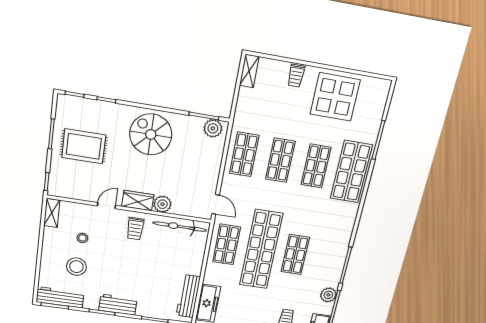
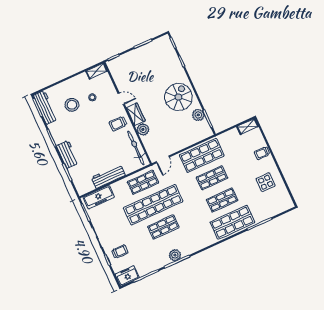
display table: (335, 97) -> (266, 182), width x0.54, depth x0.54
plant: (213, 128) -> (198, 115), moved
rug: (84, 146) -> (148, 65), removed
shop shelf: (244, 154) -> (202, 155), width x1.43, depth x1.36
plant: (328, 295) -> (175, 255), moved
workbench: (188, 296) -> (108, 176), moved
workbench: (118, 305) -> (68, 154), moved

